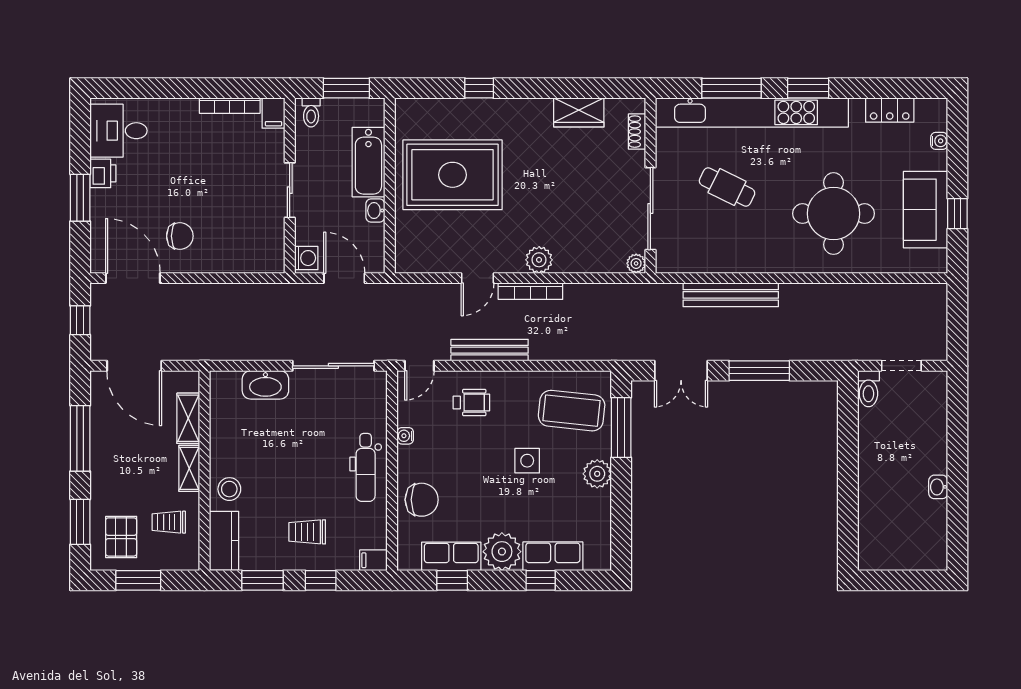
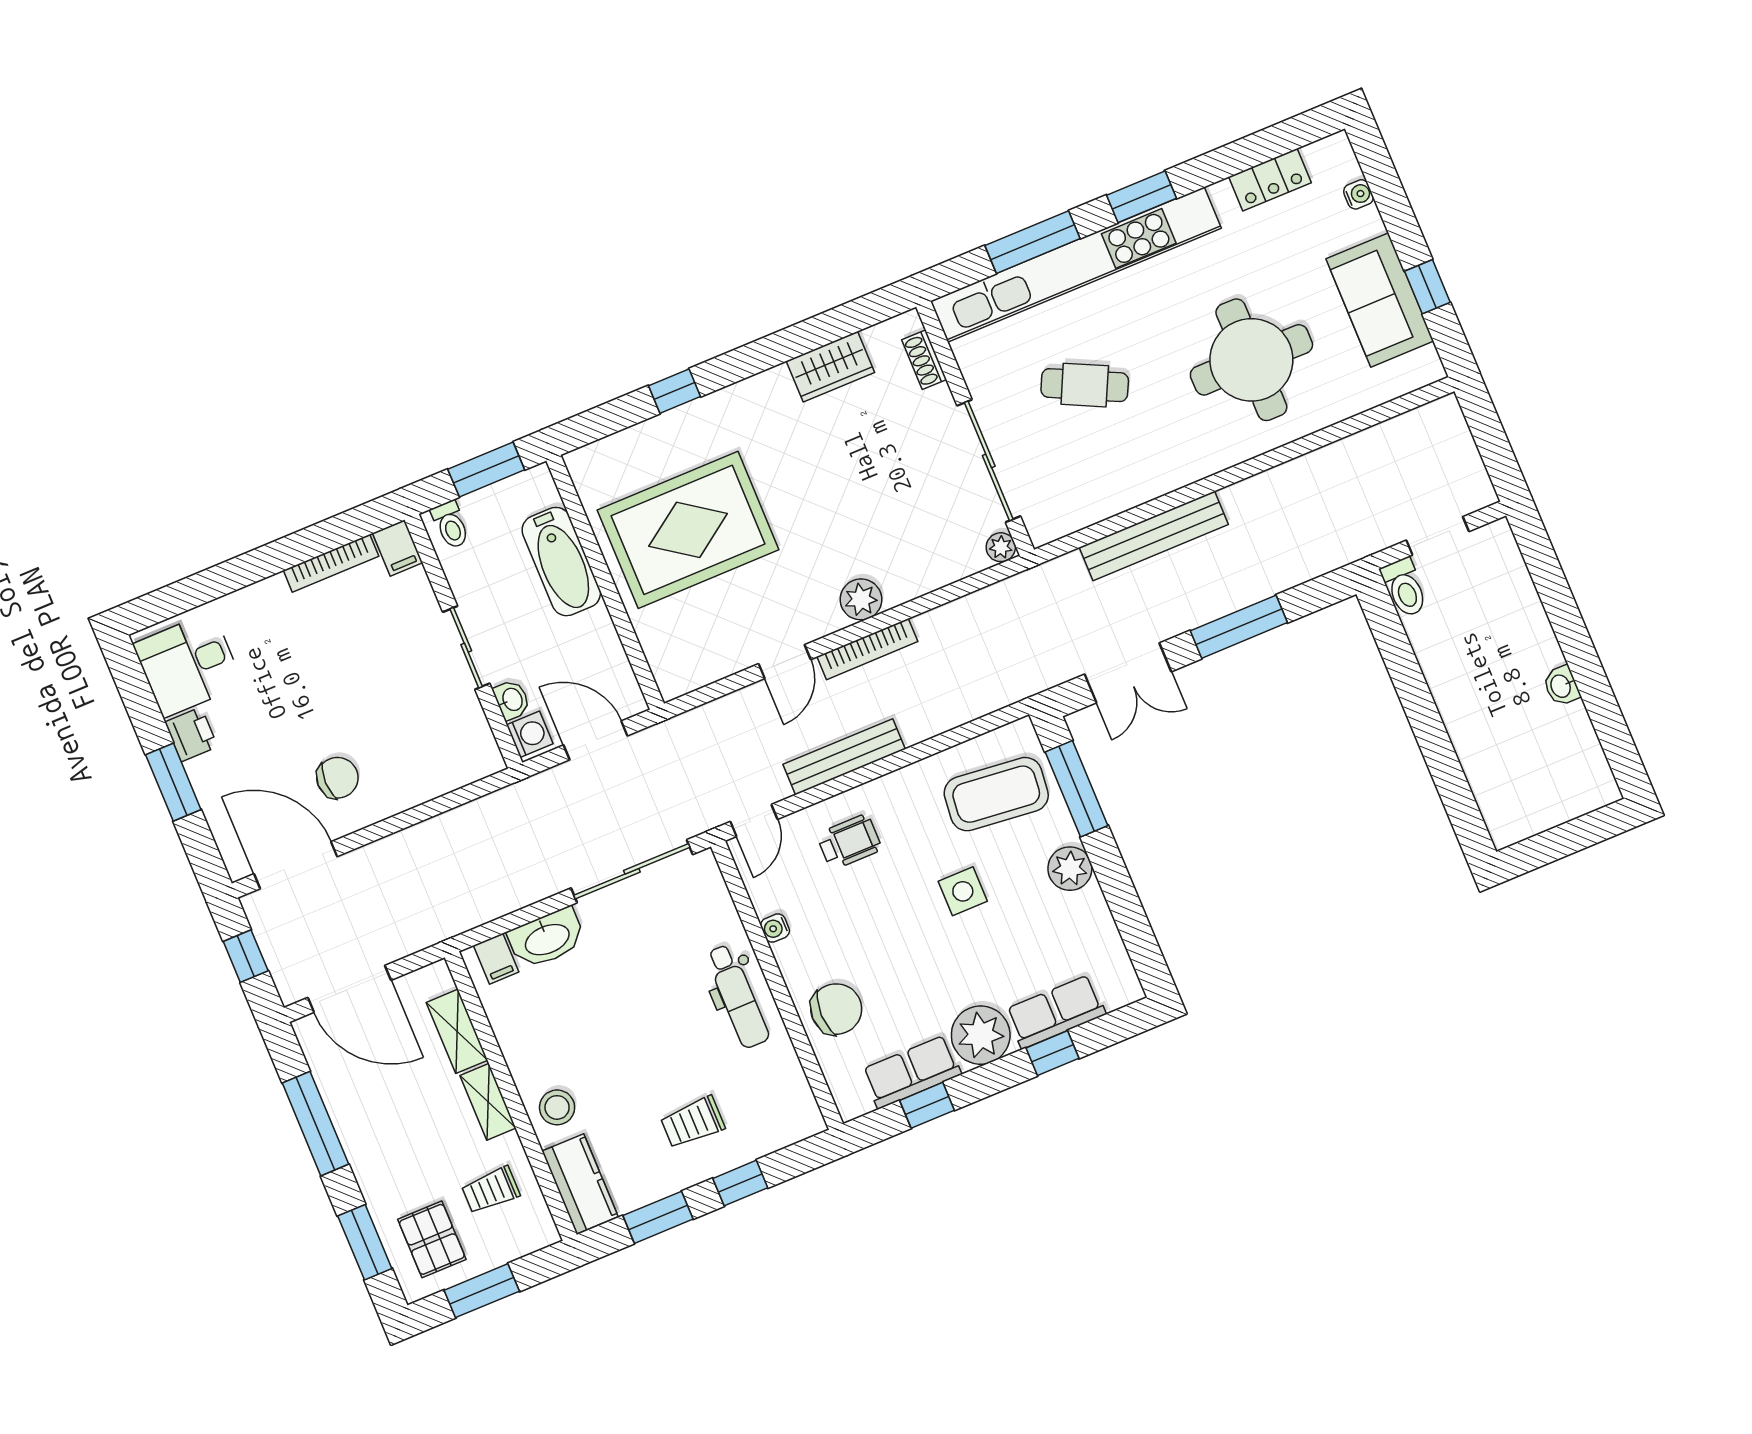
washbasin: (375, 211) -> (512, 700), moved, turned 180
filing cabinet: (373, 560) -> (496, 959), moved, turned -90

